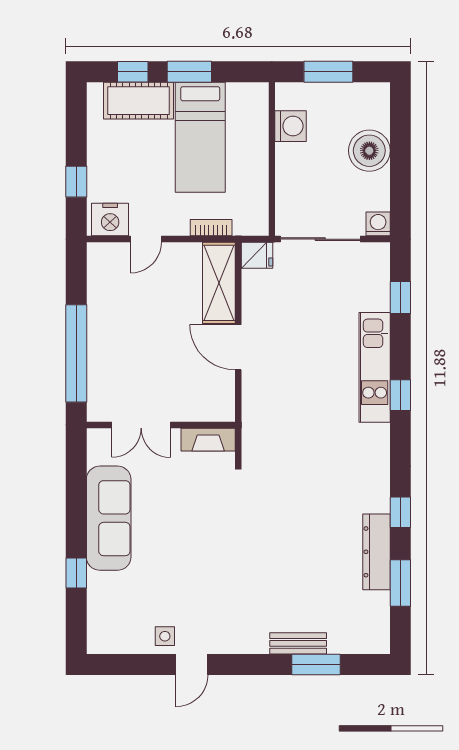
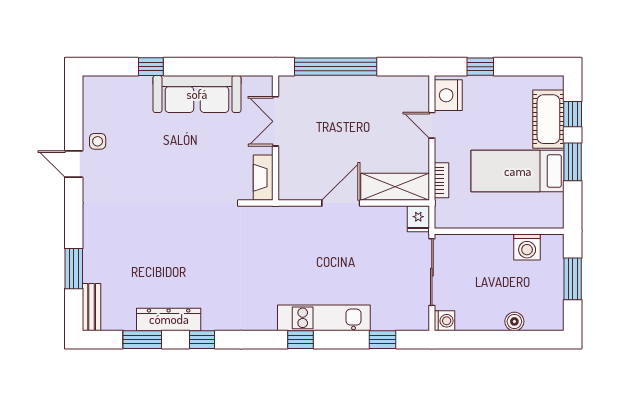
boiler: (369, 151) -> (514, 321), width x0.54, depth x0.54
bench: (298, 643) -> (92, 307), moved

